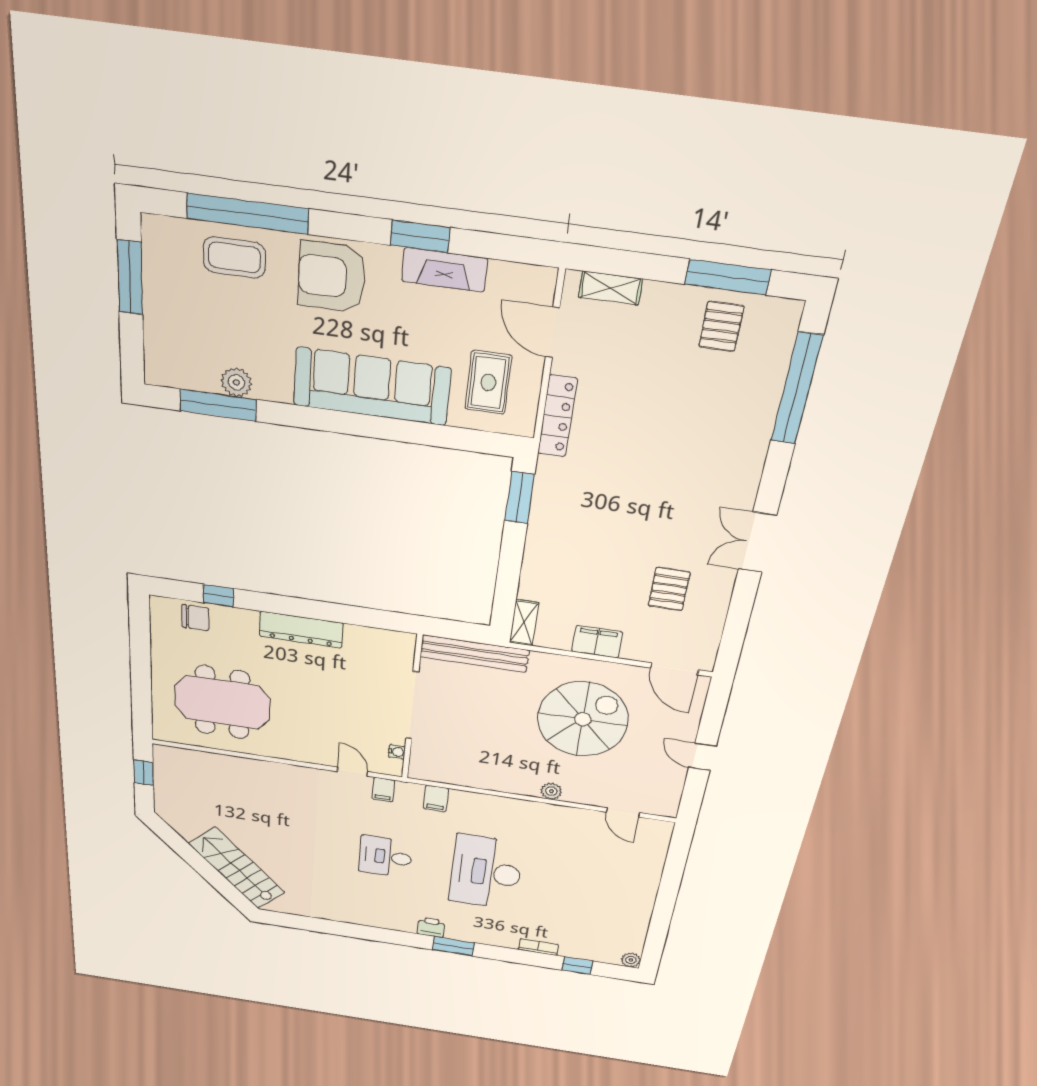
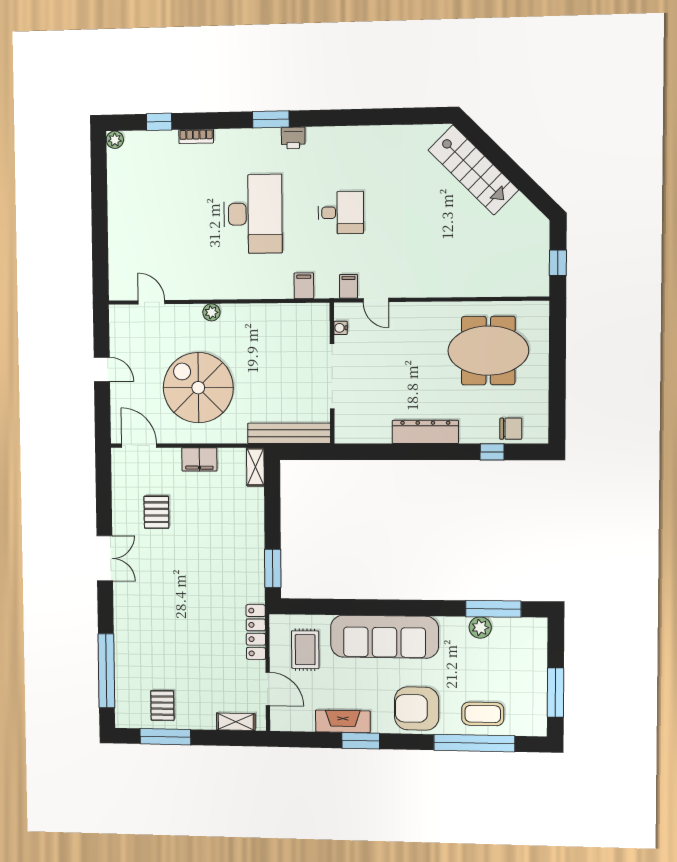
armchair: (332, 277) -> (417, 709), turned 180
chair: (195, 618) -> (511, 429), turned 180
spiral stairs: (583, 719) -> (198, 388), turned 90

